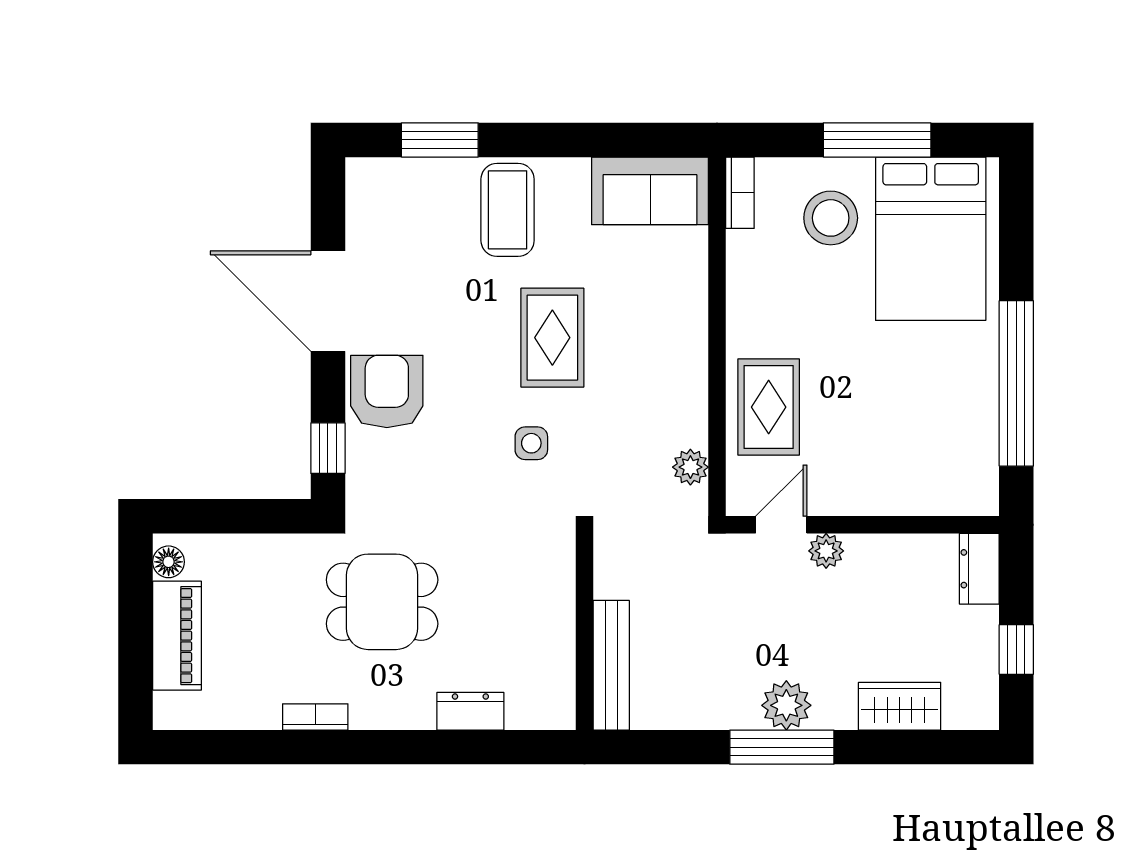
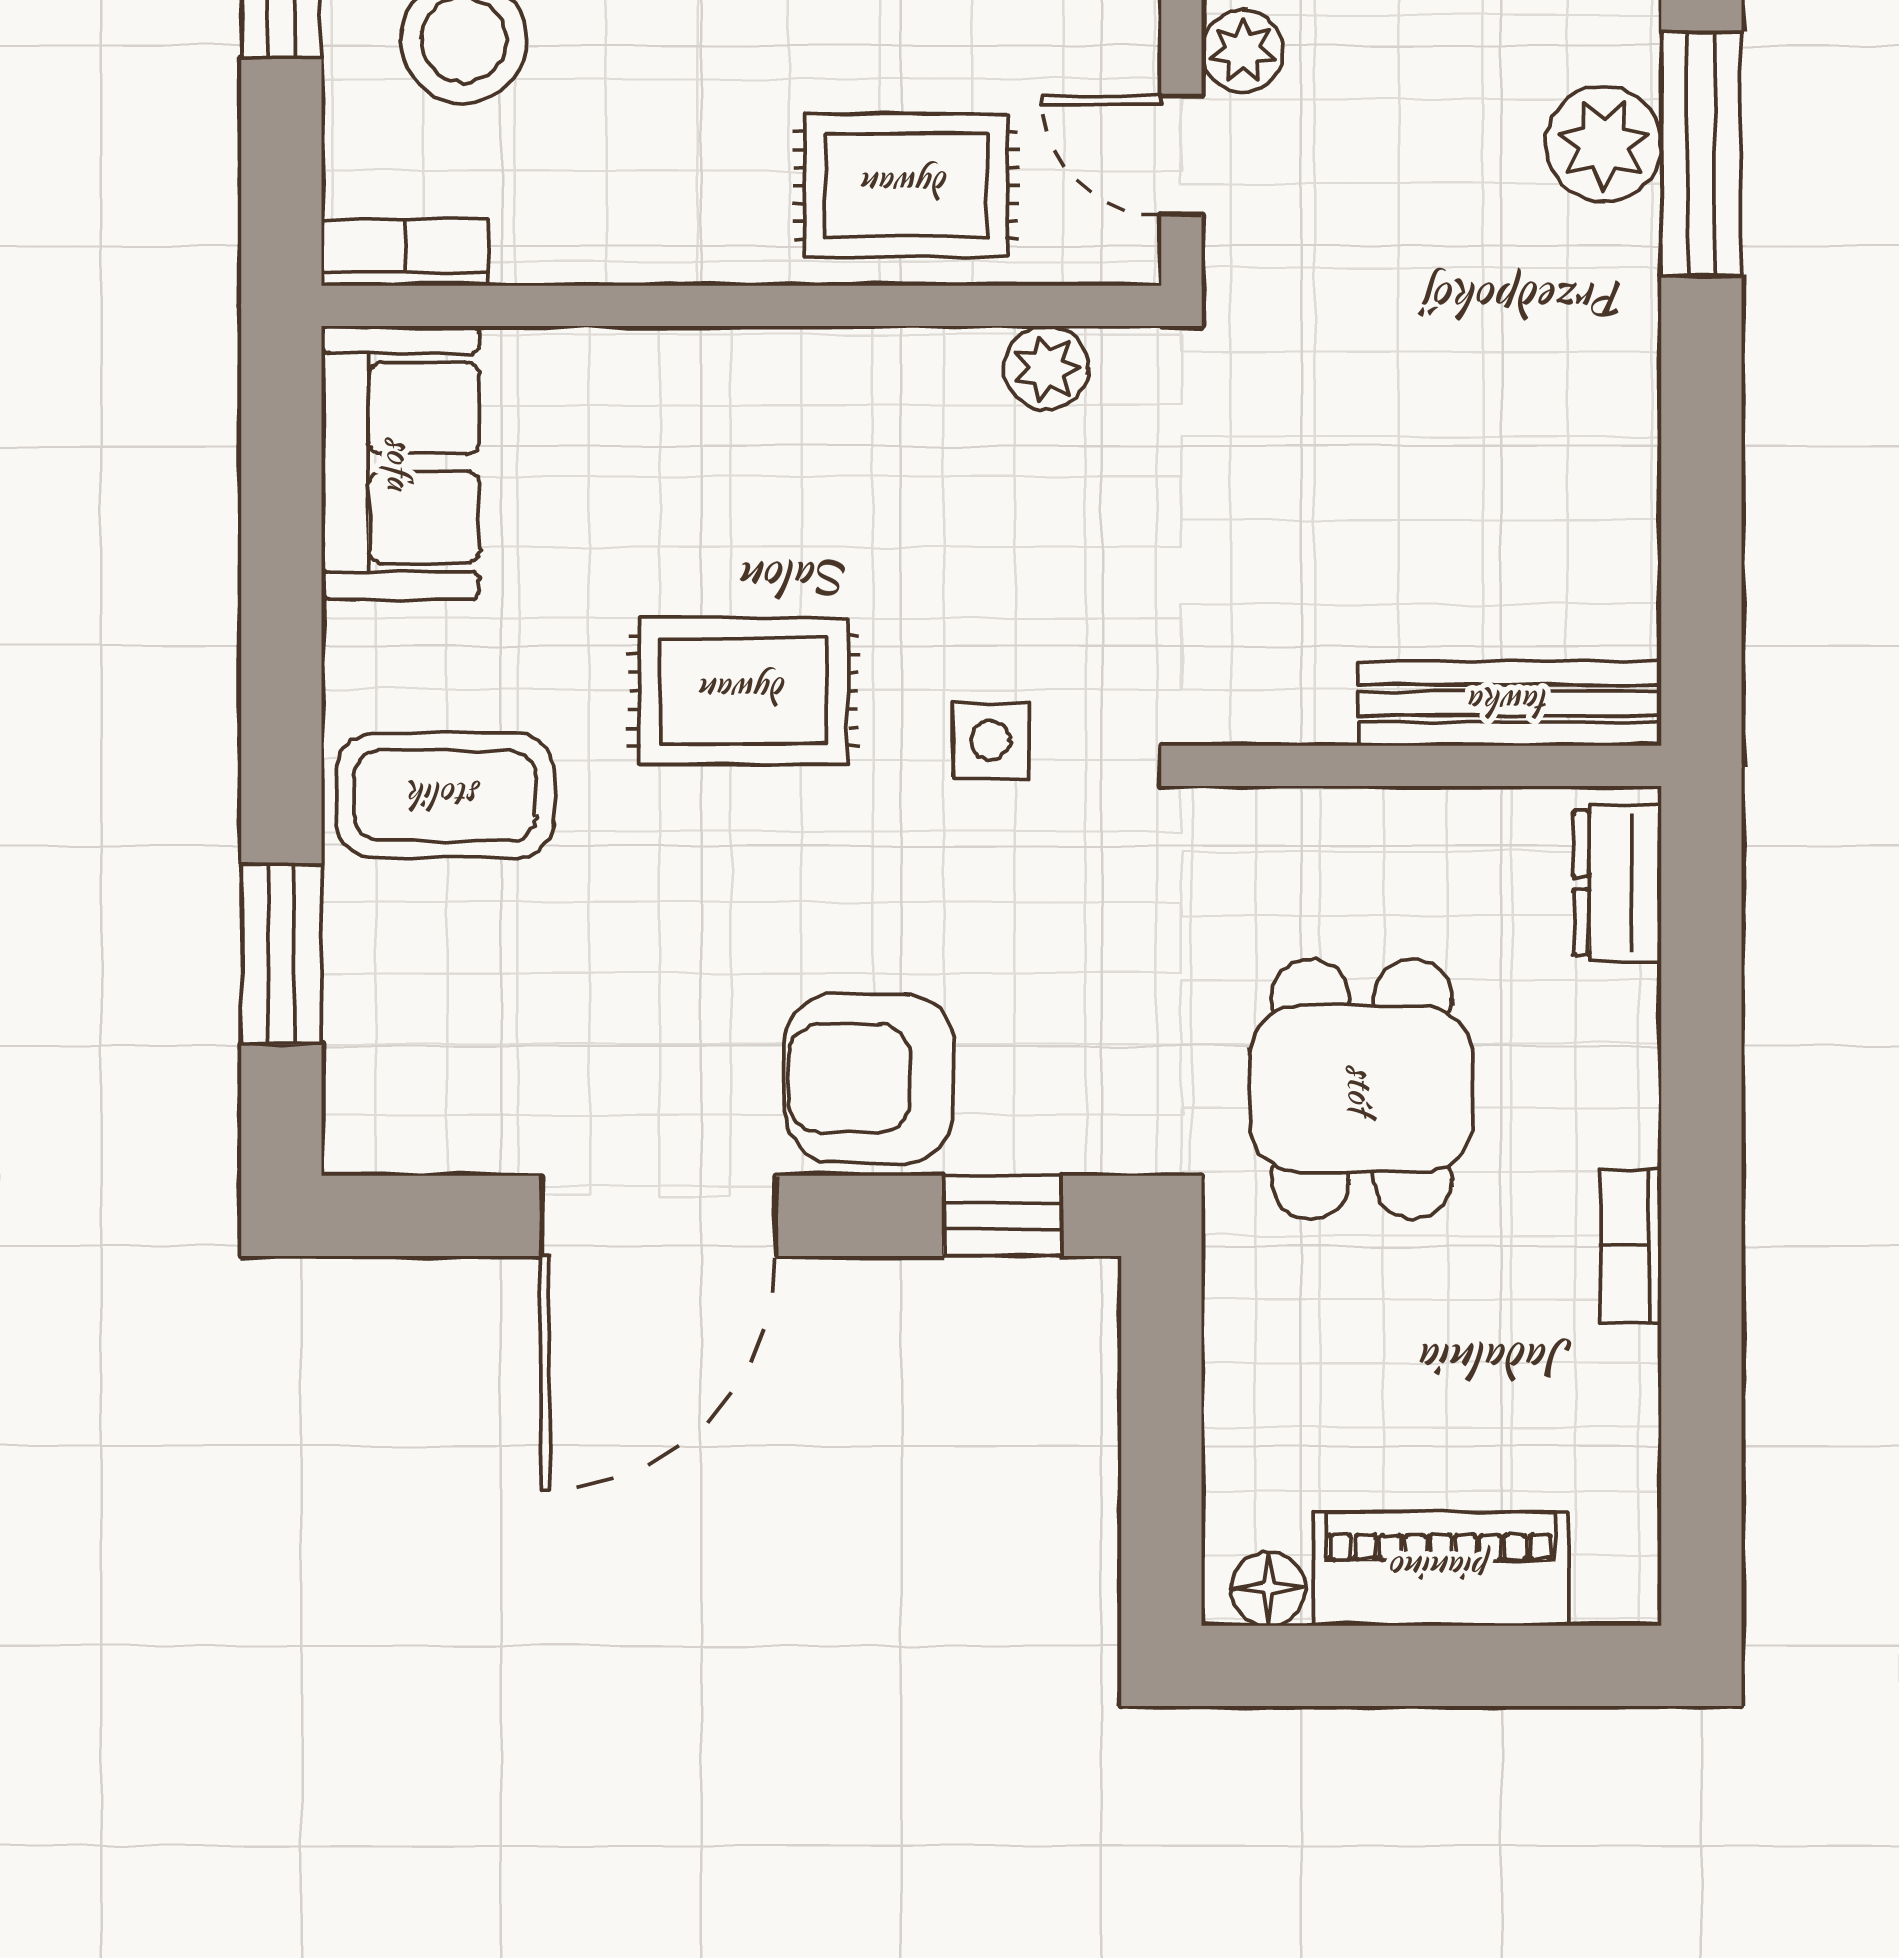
wall: (584, 632) -> (1431, 766), moved
bench: (611, 665) -> (1510, 703), moved

